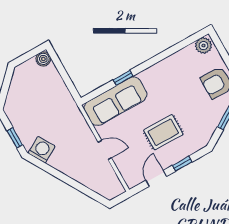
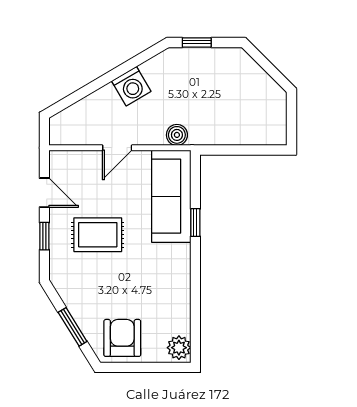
boiler: (43, 59) -> (177, 135), moved
rug: (163, 132) -> (98, 235), turned 90
washing machine: (42, 150) -> (131, 86), moved

